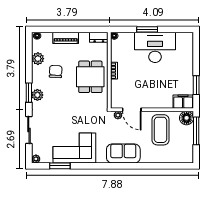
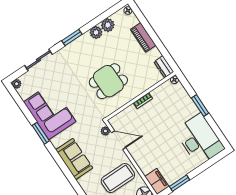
desk: (155, 47) -> (199, 140), moved
chair: (56, 72) -> (107, 49), removed
dining table: (90, 77) -> (108, 81), moved
plant: (37, 95) -> (96, 32), moved
door: (132, 110) -> (119, 140), swing flipped
window: (60, 166) -> (41, 133), moved

